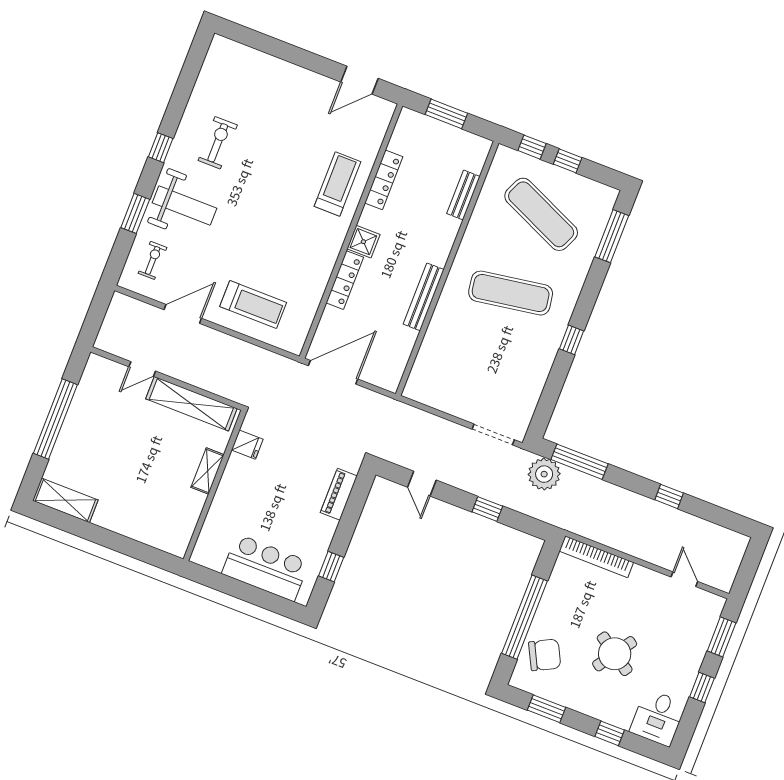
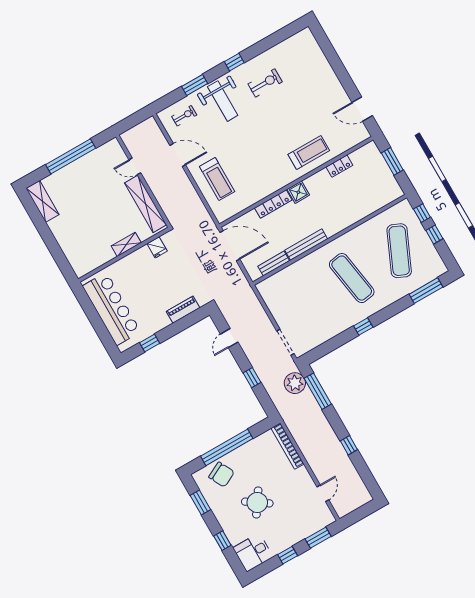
locker: (384, 180) -> (339, 166), width x0.66
bench: (463, 195) -> (274, 263), moved
bar counter: (266, 568) -> (112, 309), width x1.36

